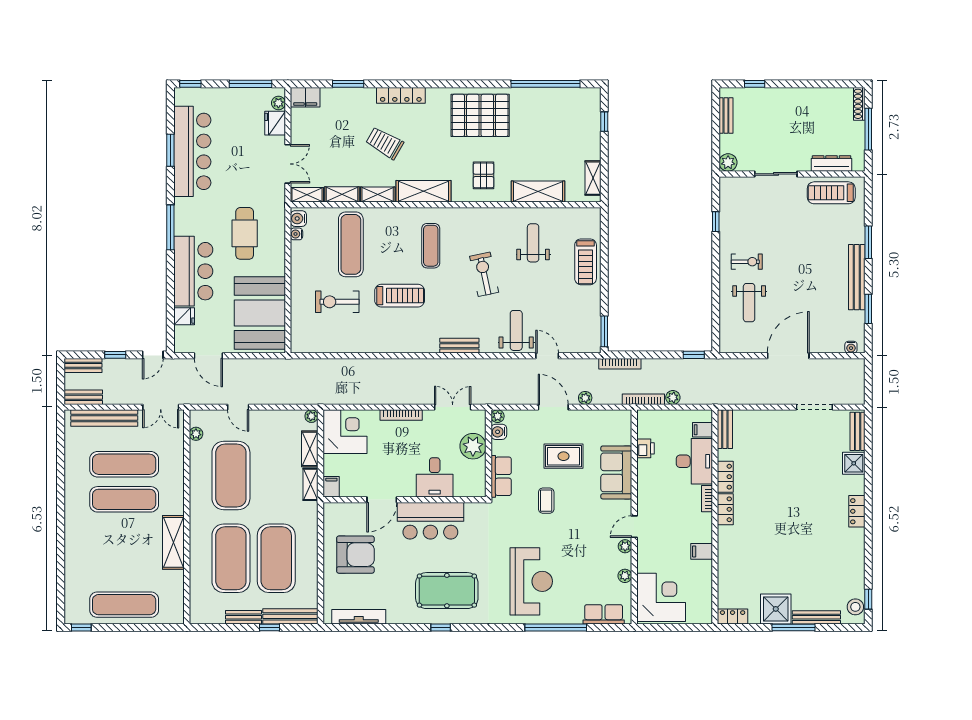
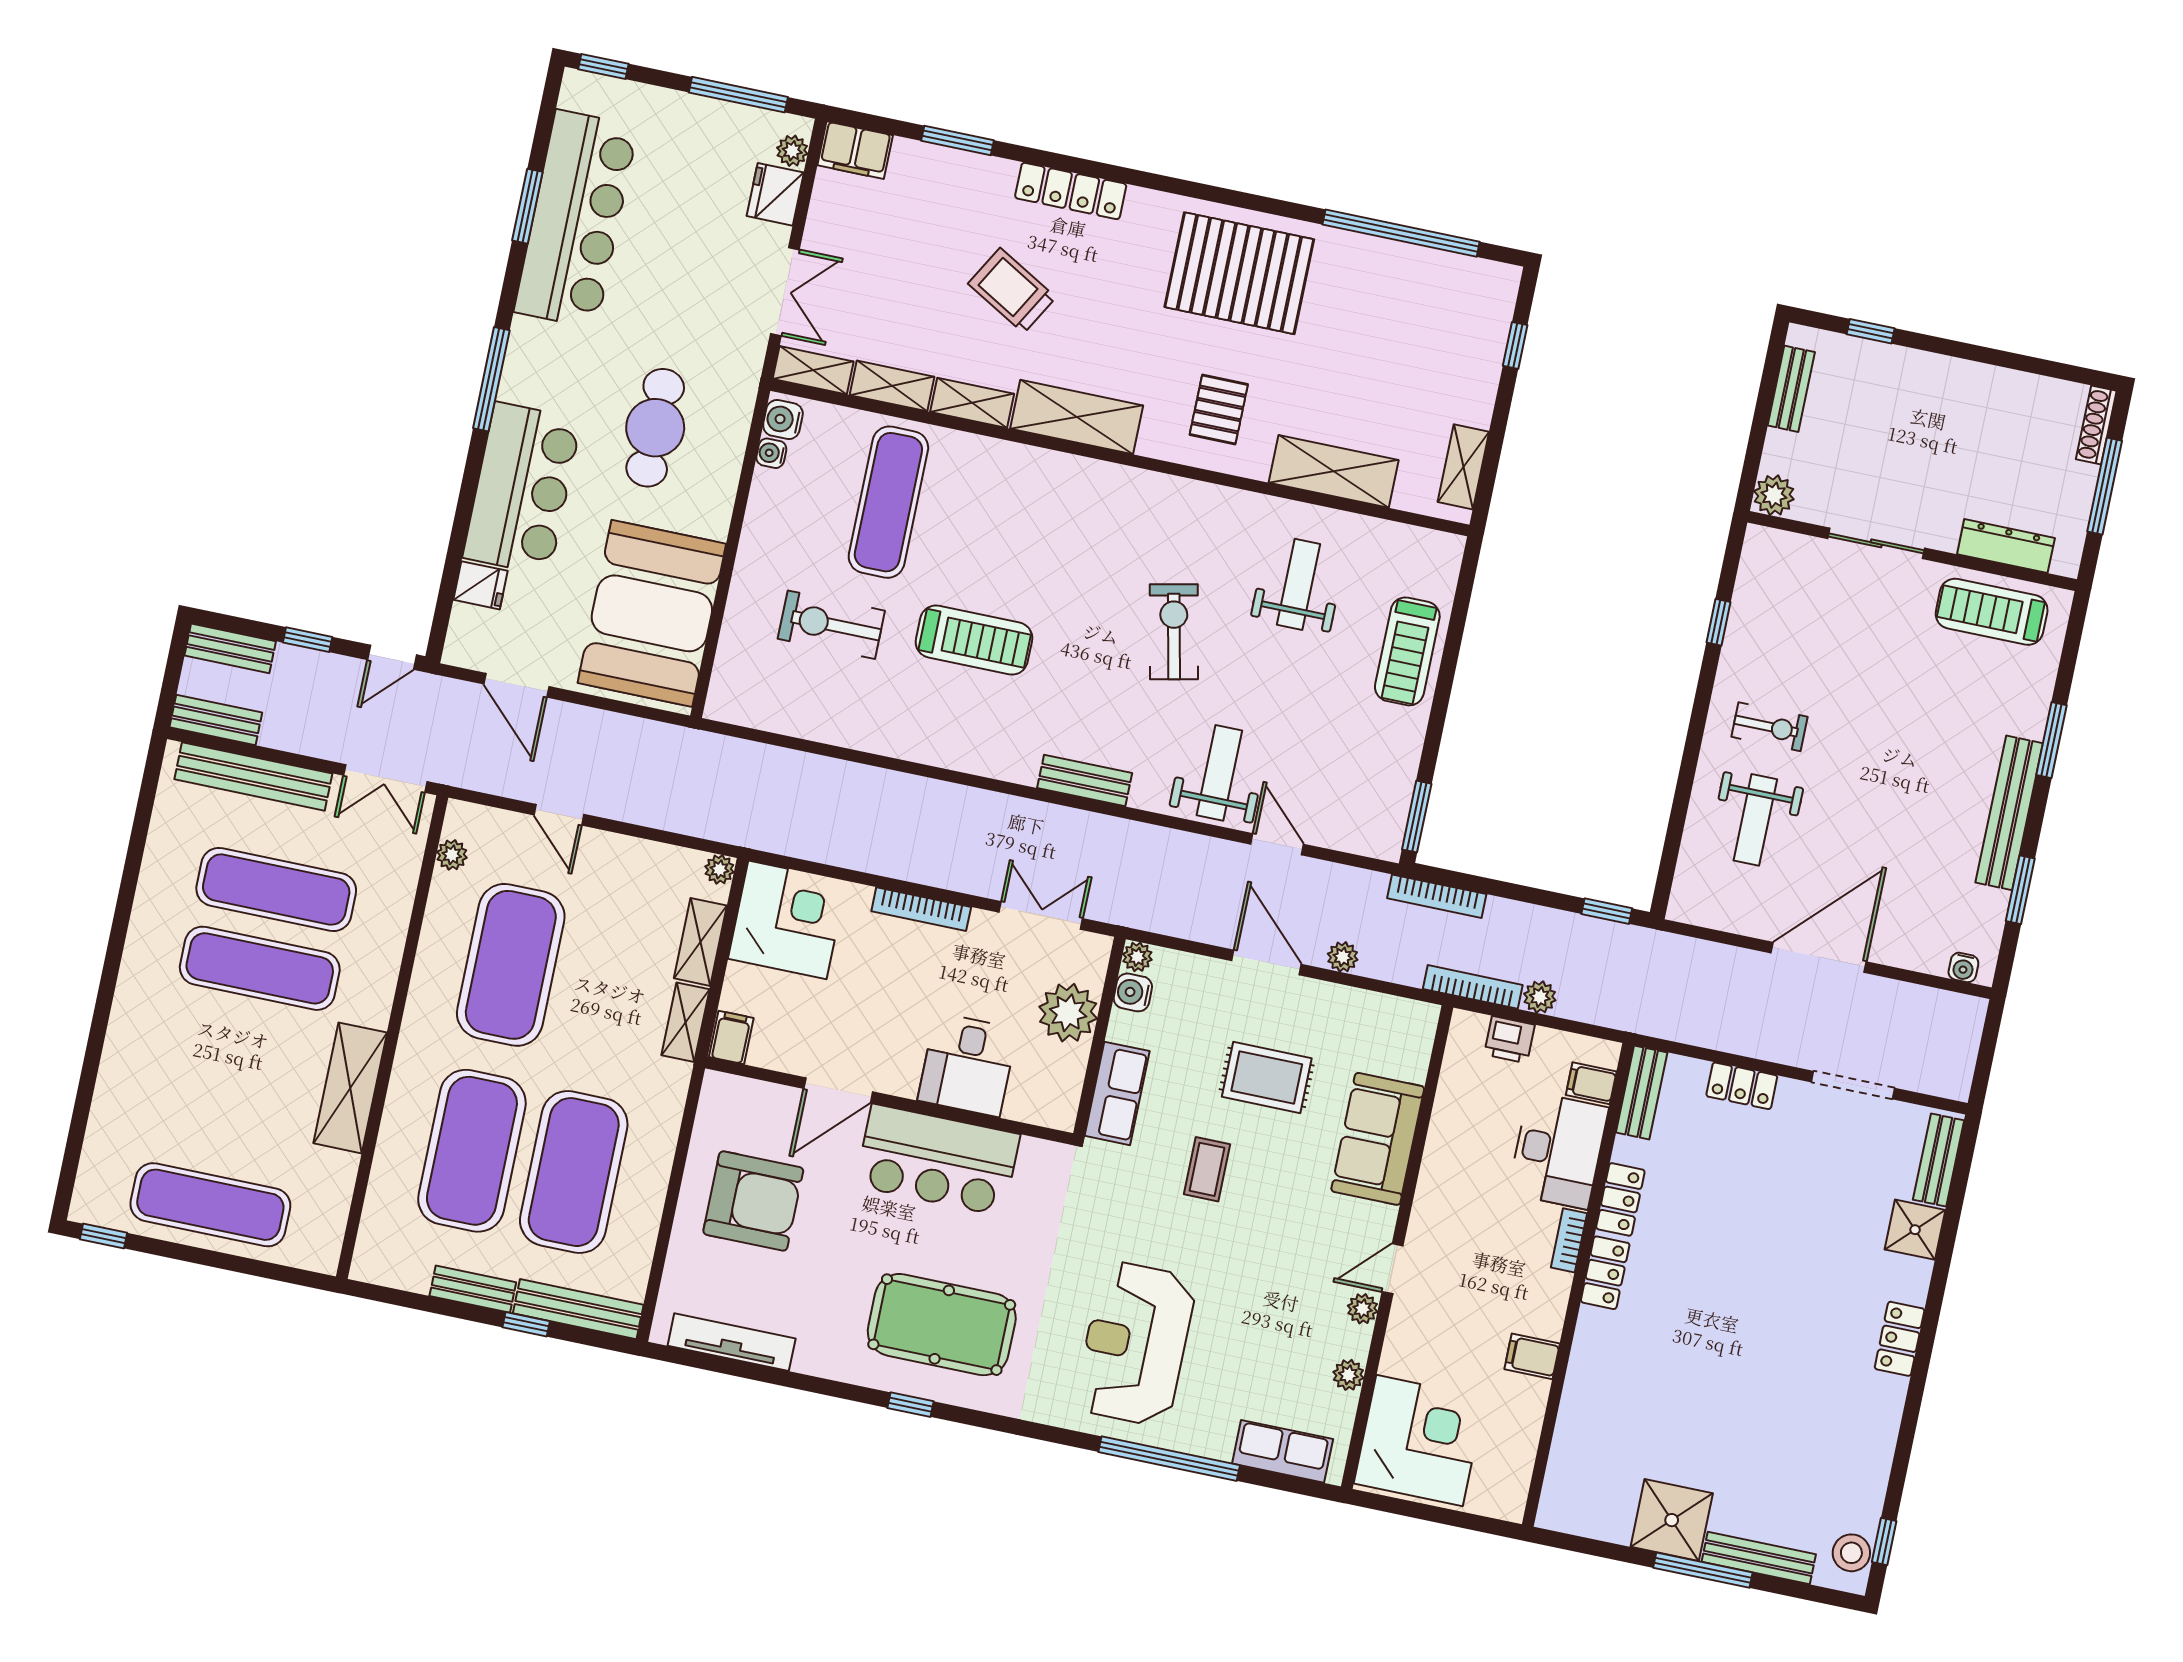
exercise mat: (431, 246) -> (1067, 543), removed
printer: (645, 448) -> (1510, 1040), moved, turned 90
reception desk: (531, 581) -> (1135, 1344), turned 180
locker: (733, 616) -> (1742, 1086), moved, turned 180

